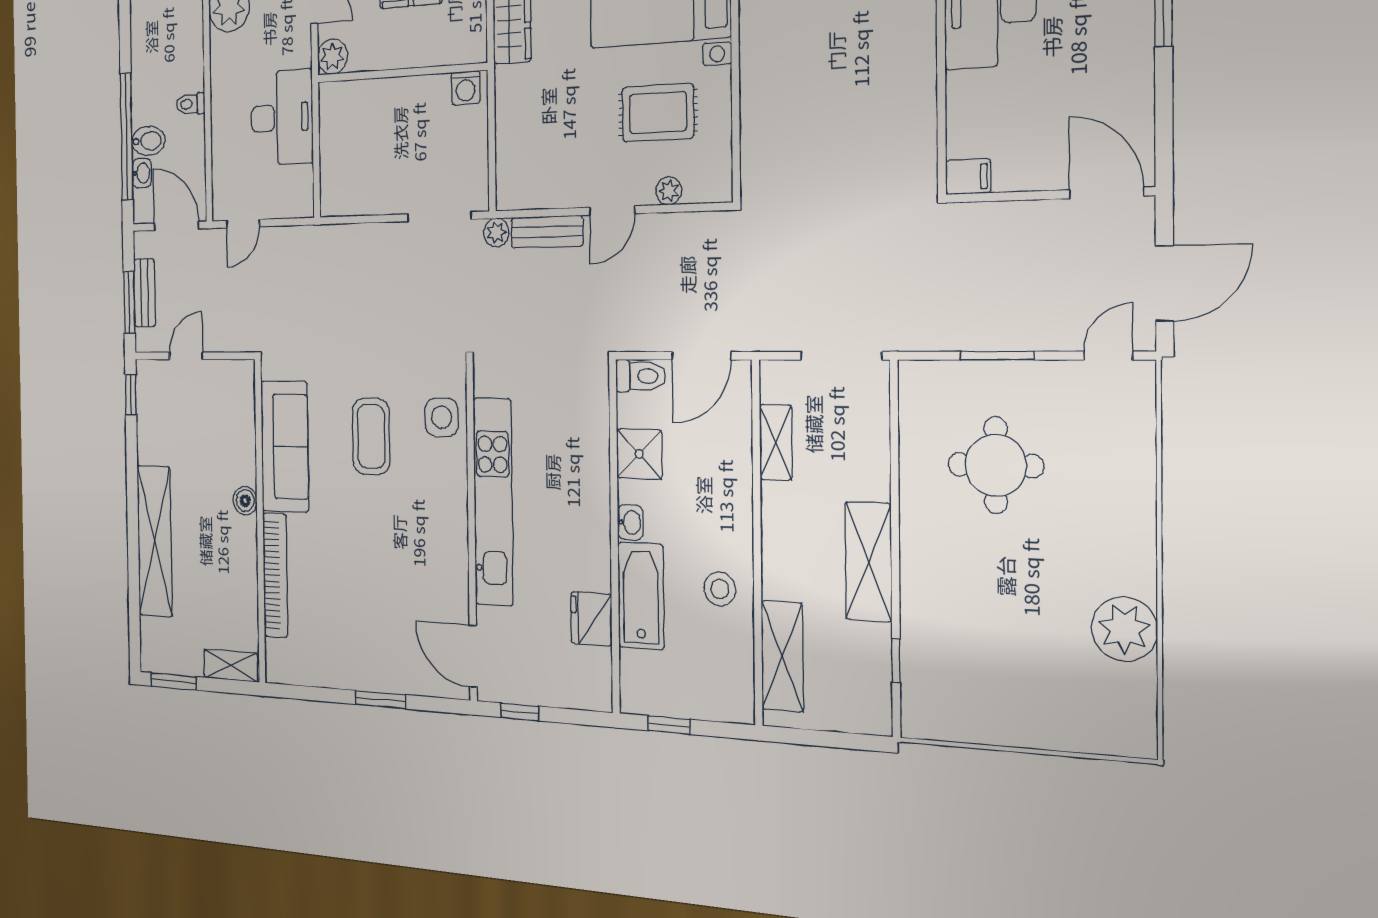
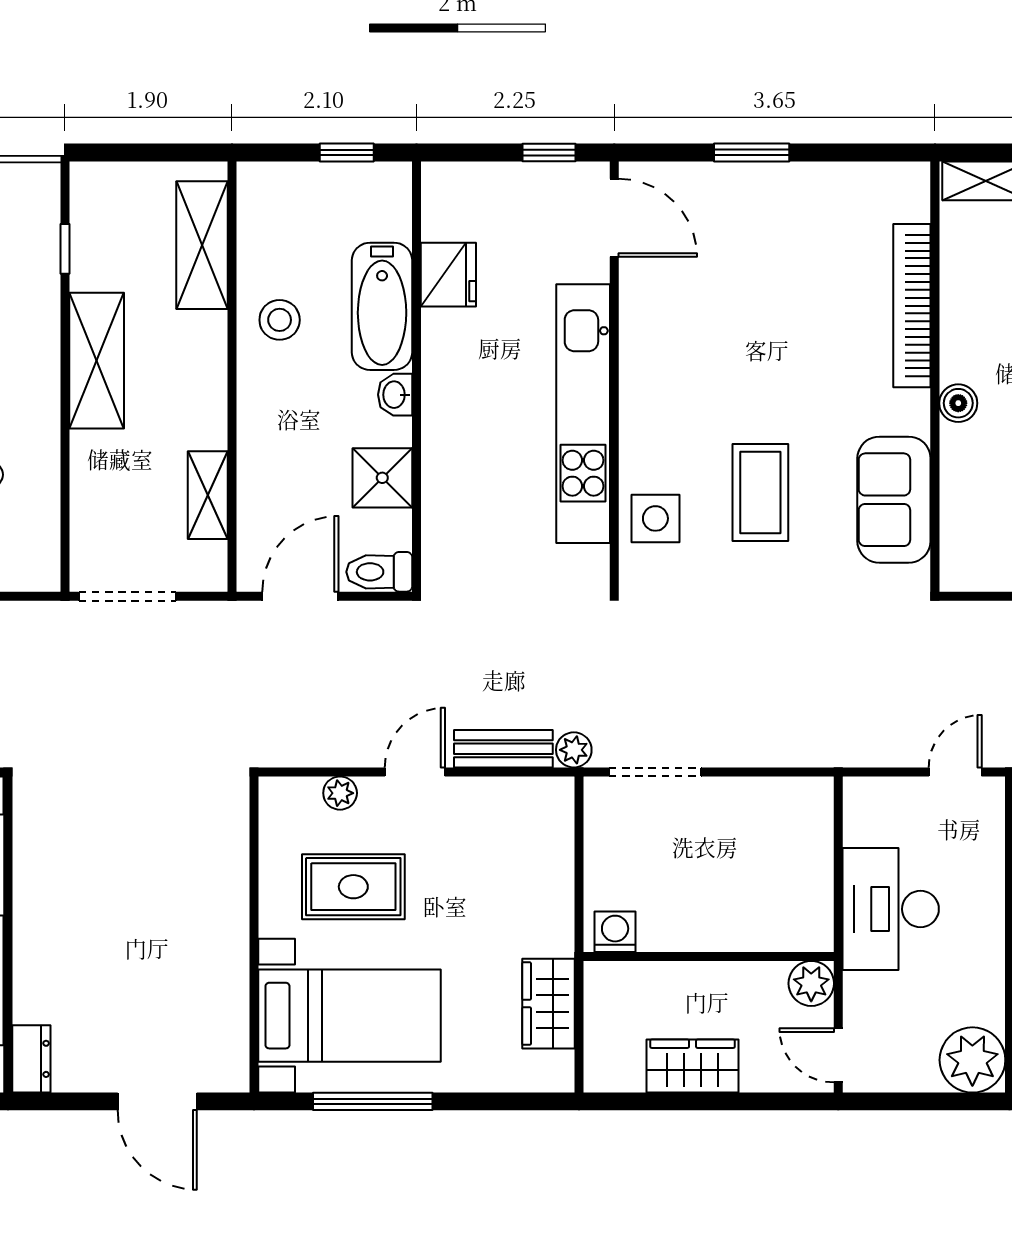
sofa: (285, 446) -> (894, 500), width x0.73

